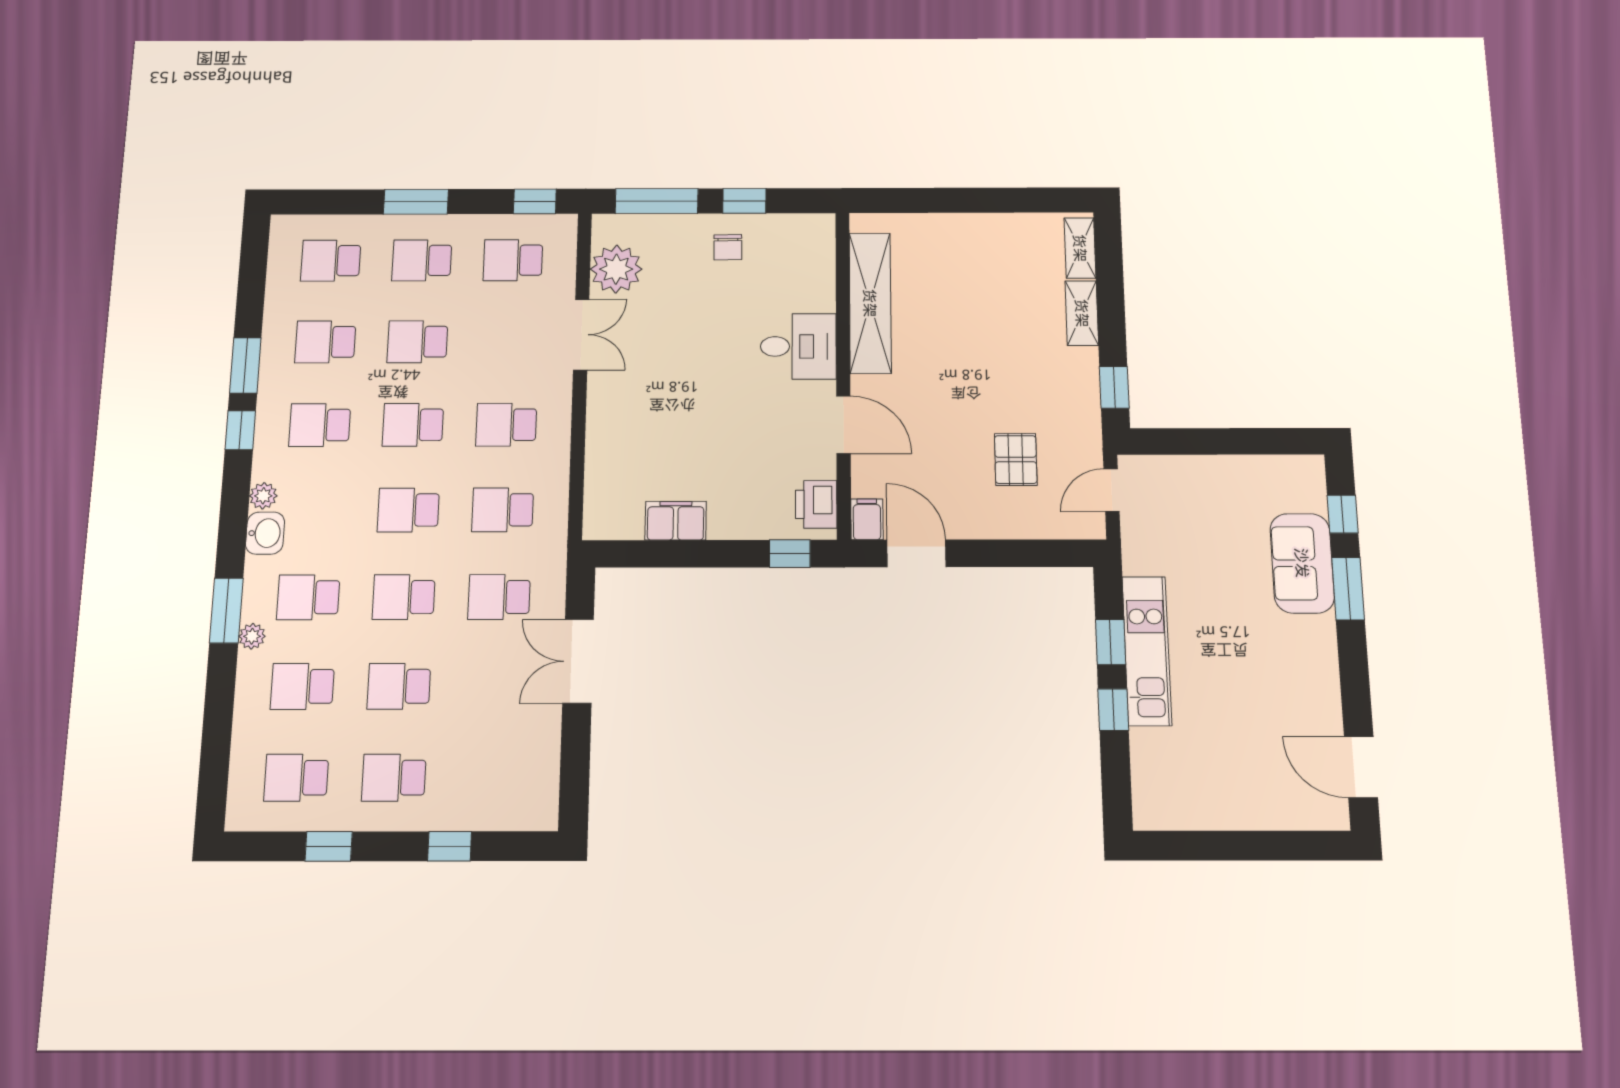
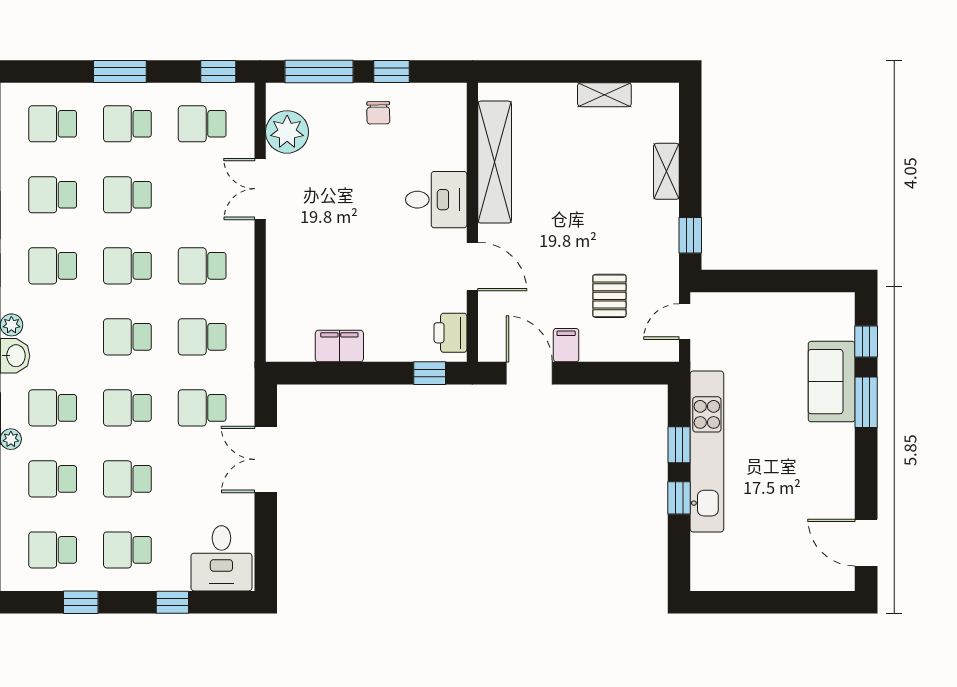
shelving: (1080, 248) -> (604, 95), moved, turned 90
double door: (581, 335) -> (260, 189), swing flipped
filing cabinet: (867, 519) -> (566, 345), moved
kitchen unit: (1147, 651) -> (707, 452), width x1.36
desk: (516, 788) -> (221, 558), added

